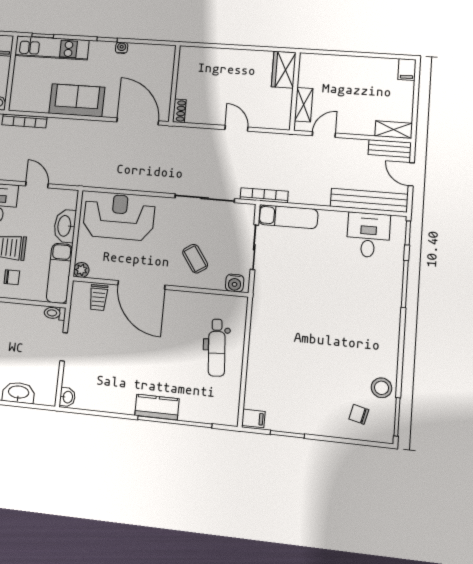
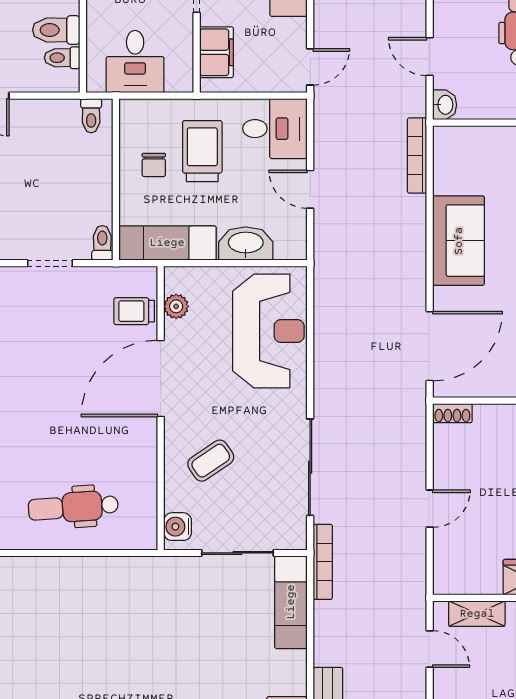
door: (37, 185) -> (310, 189), swing flipped
plant: (81, 270) -> (176, 306), moved

